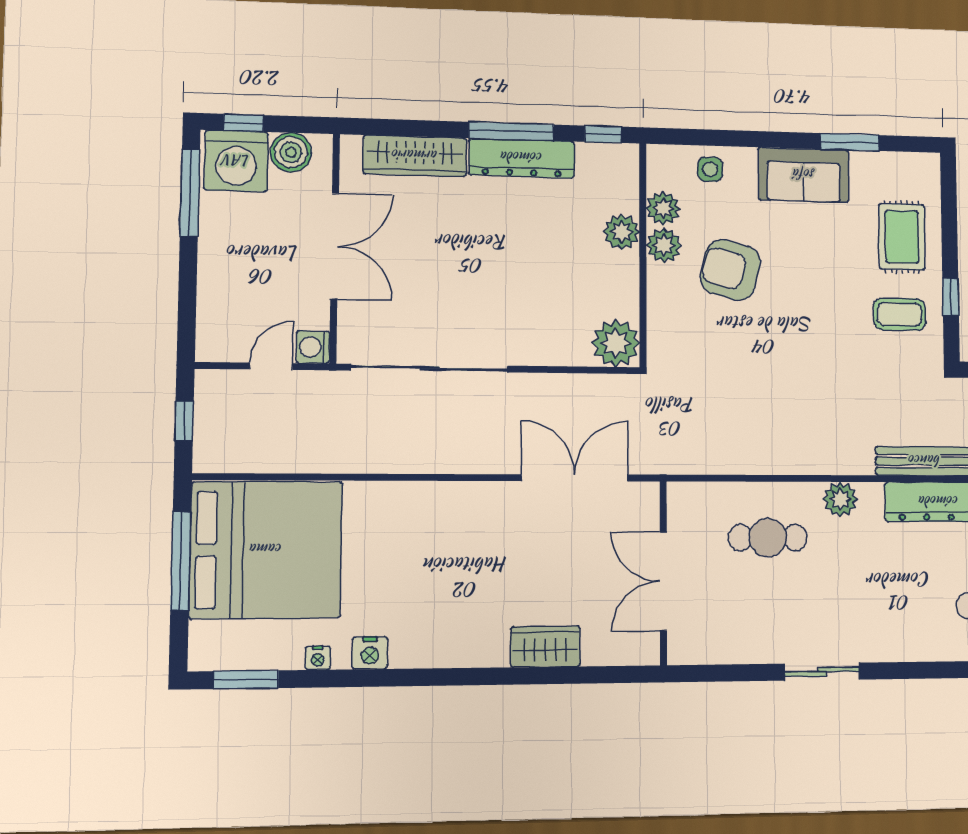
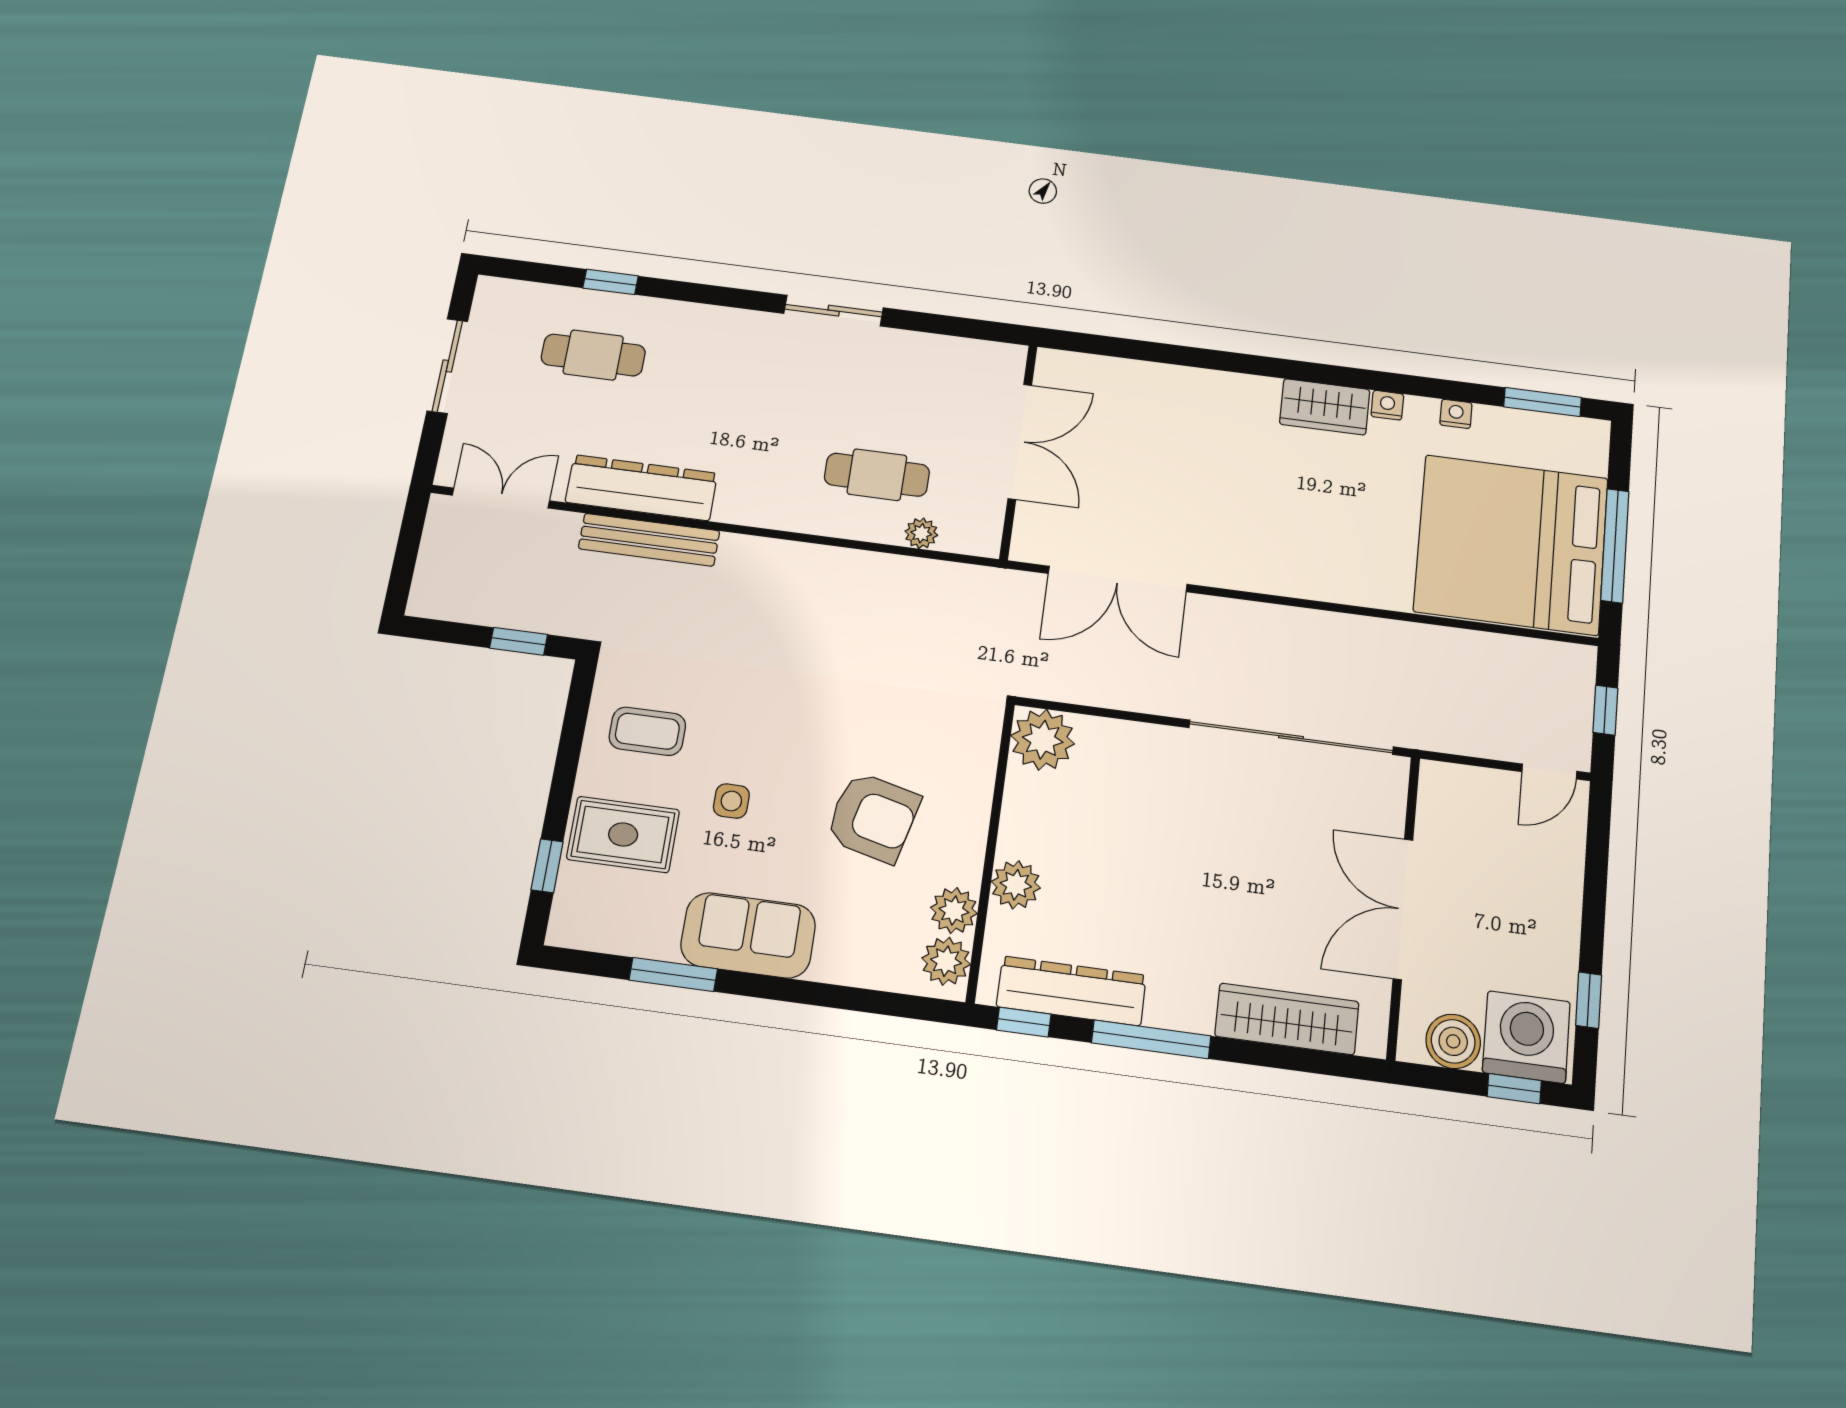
dresser: (522, 158) -> (1071, 991), moved
side table: (710, 169) -> (731, 801), moved
window: (190, 193) -> (1589, 1000), width x0.46
rug: (902, 237) -> (623, 834), turned 90
plant: (664, 245) -> (946, 961), moved
window: (951, 297) -> (547, 866), moved
washing machine: (313, 347) -> (1439, 782), removed
door: (271, 366) -> (1549, 771), moved
plant: (840, 499) -> (921, 533), moved, width x0.73, depth x0.73
wardrobe: (545, 647) -> (1325, 407), moved
nightstand: (370, 653) -> (1387, 405), width x0.72, depth x0.74

